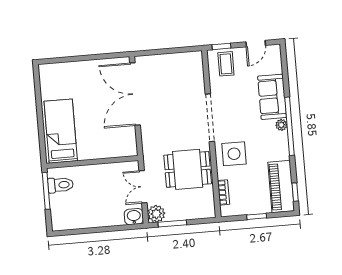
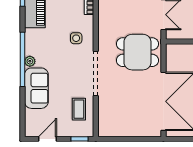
coffee table: (226, 64) -> (79, 109), moved
side table: (234, 154) -> (76, 38), width x0.54, depth x0.54
dining table: (188, 169) -> (137, 52), moved

